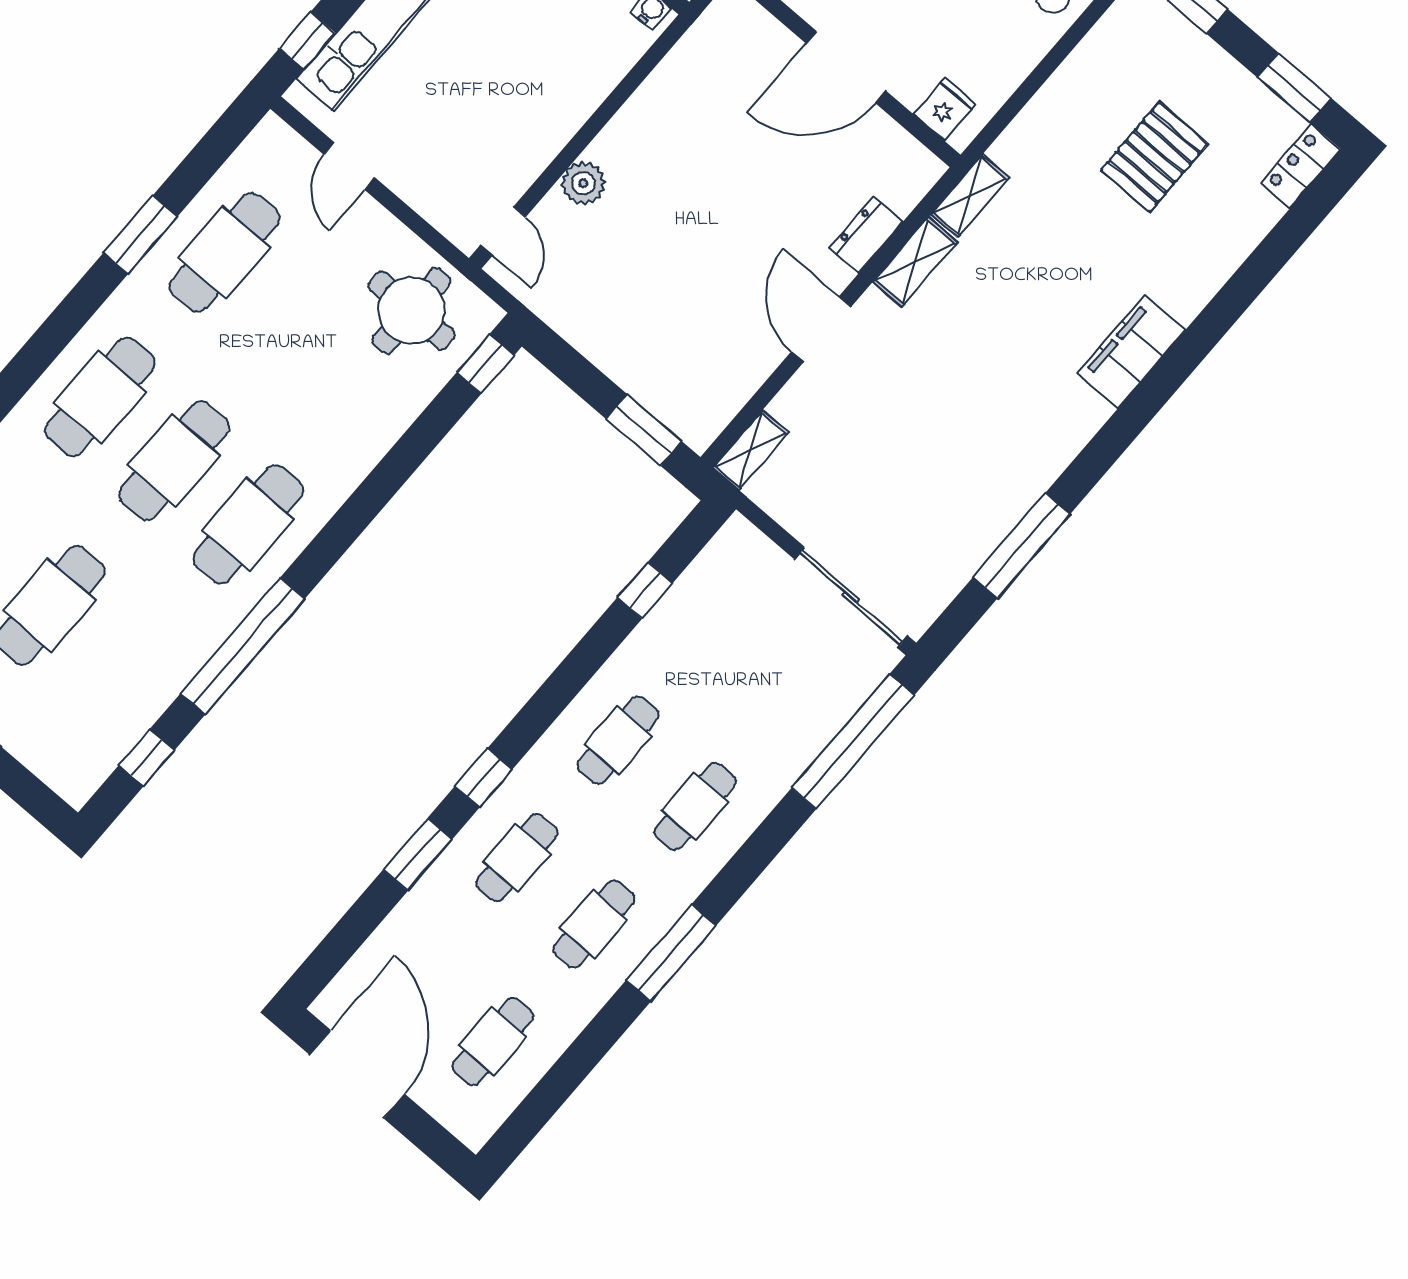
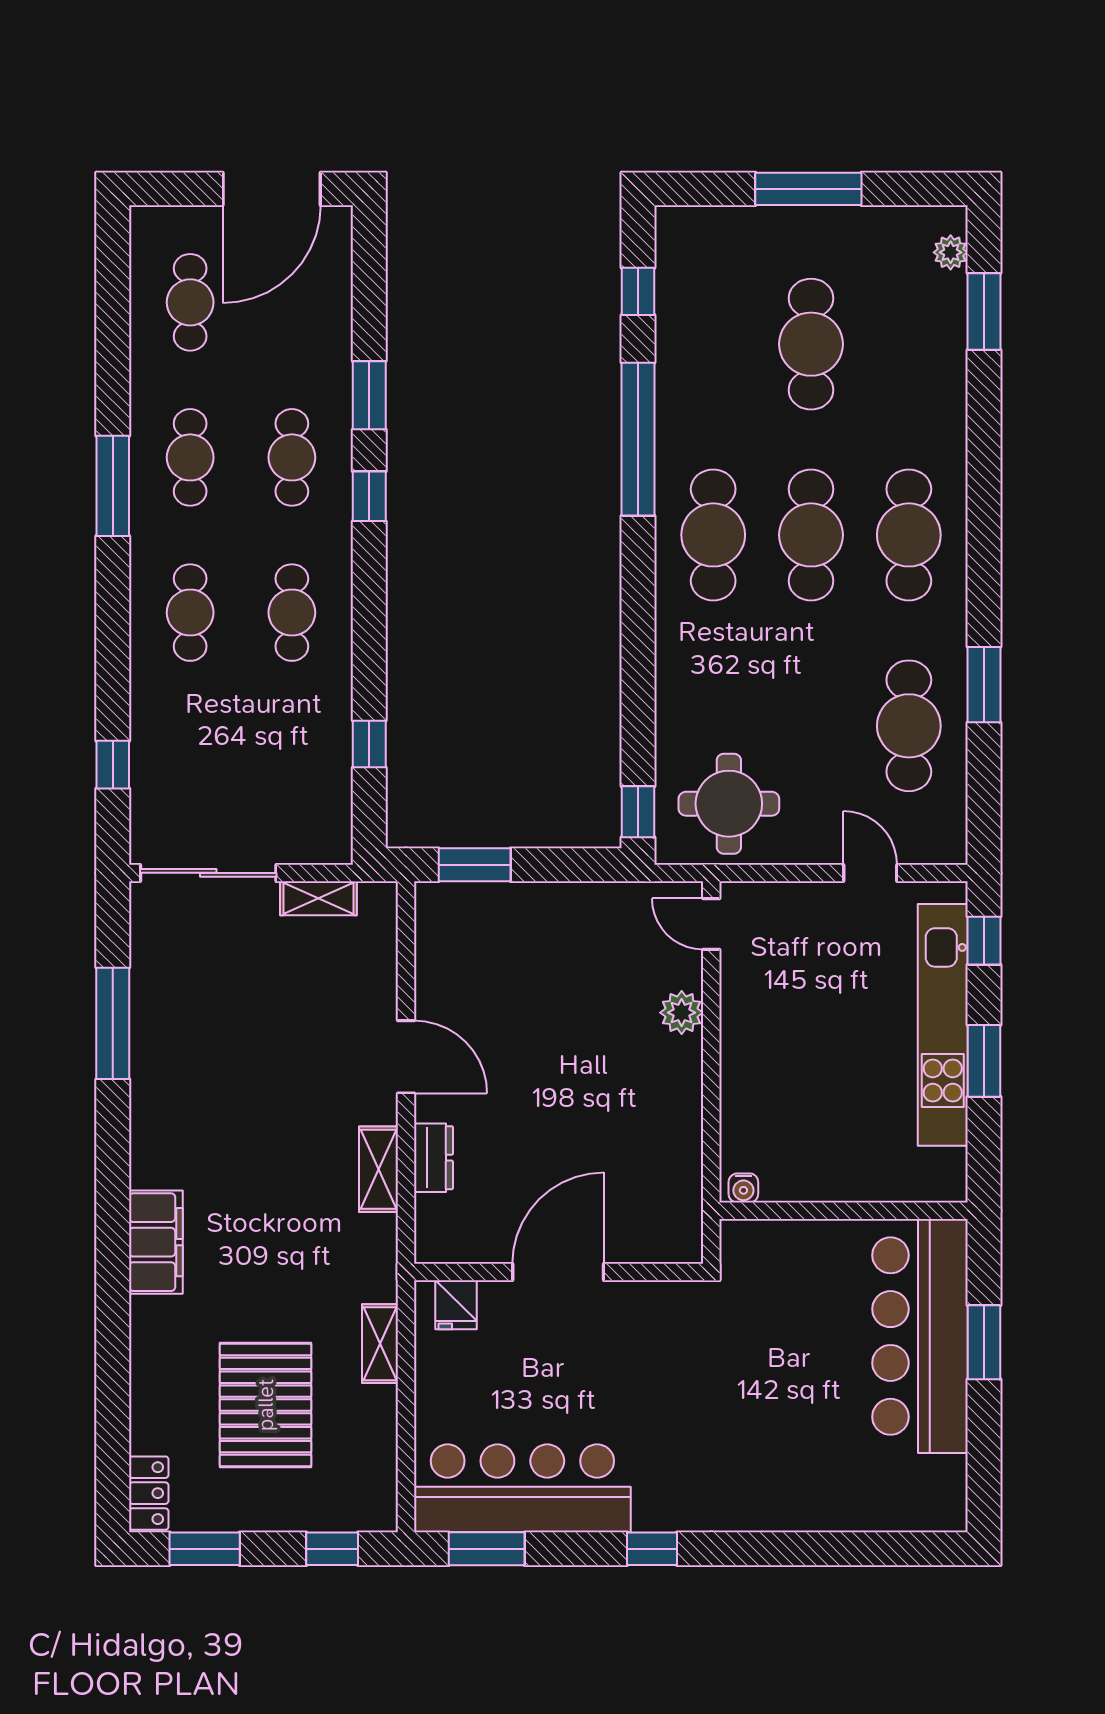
pallet: (1154, 157) -> (266, 1405), width x1.37, depth x1.41
shelving: (970, 196) -> (380, 1344), moved
shelving: (751, 450) -> (318, 898), moved, turned 90
window: (853, 742) -> (113, 765), width x0.32
door: (357, 1074) -> (272, 189), hinge flipped

